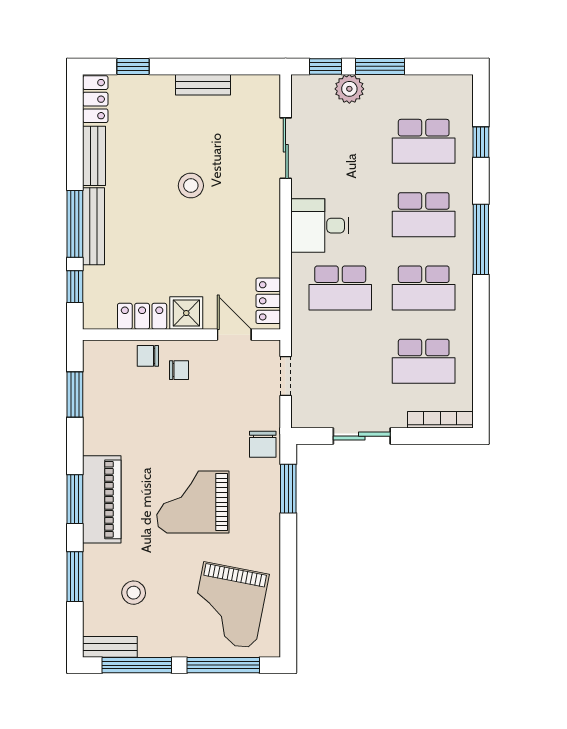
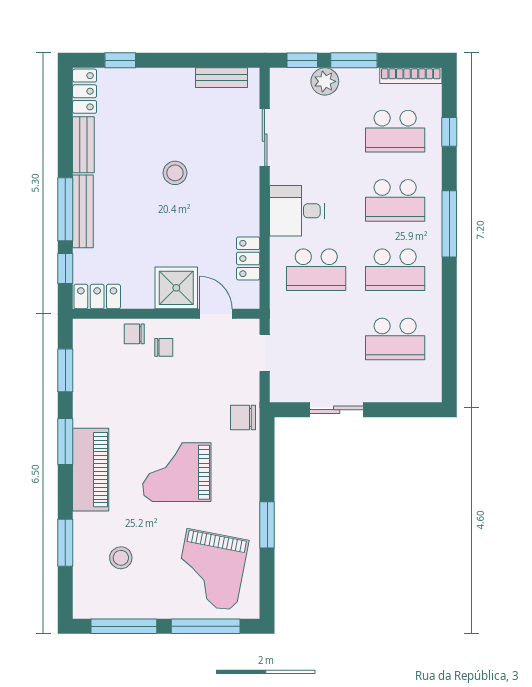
bench: (203, 85) -> (221, 78), moved
locker: (268, 301) -> (248, 258), moved
shower: (186, 313) -> (176, 288), width x1.36, depth x1.36
locker: (142, 316) -> (97, 297), moved
bookcase: (440, 420) -> (411, 76), moved, turned 180
chair: (263, 444) -> (243, 418), turned 90
window: (288, 489) -> (267, 525), moved
window: (75, 499) -> (65, 441), moved
bench: (110, 647) -> (98, 609), removed

